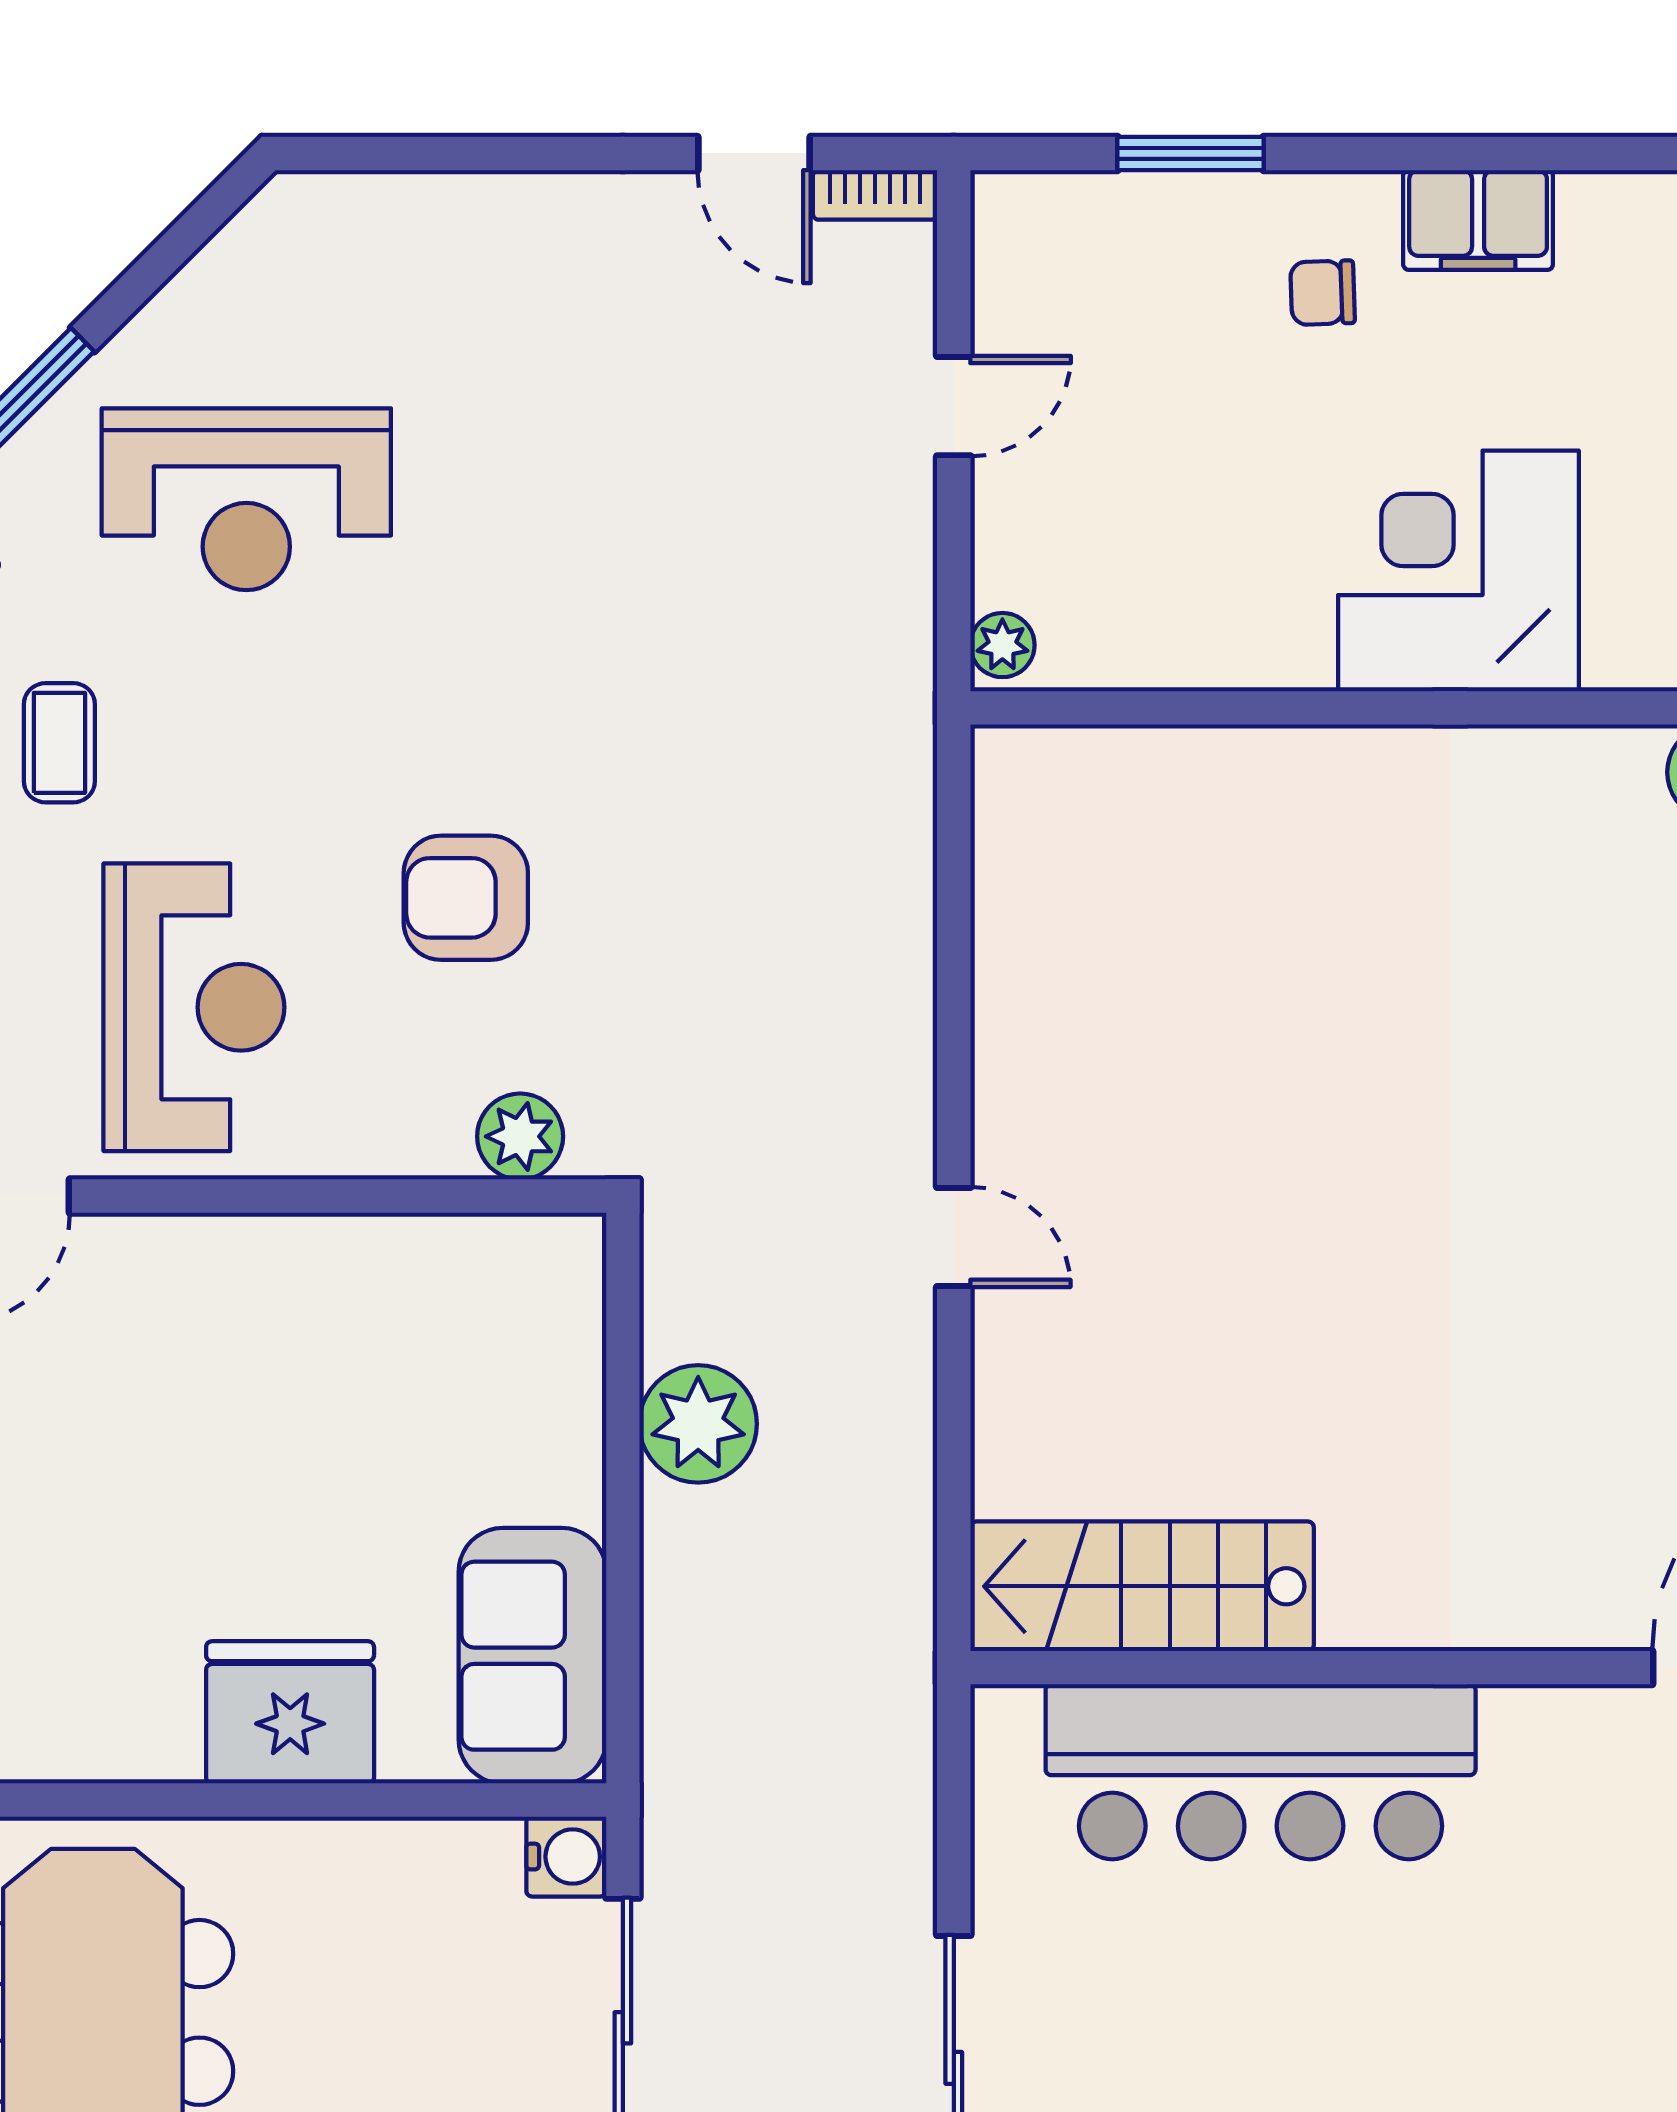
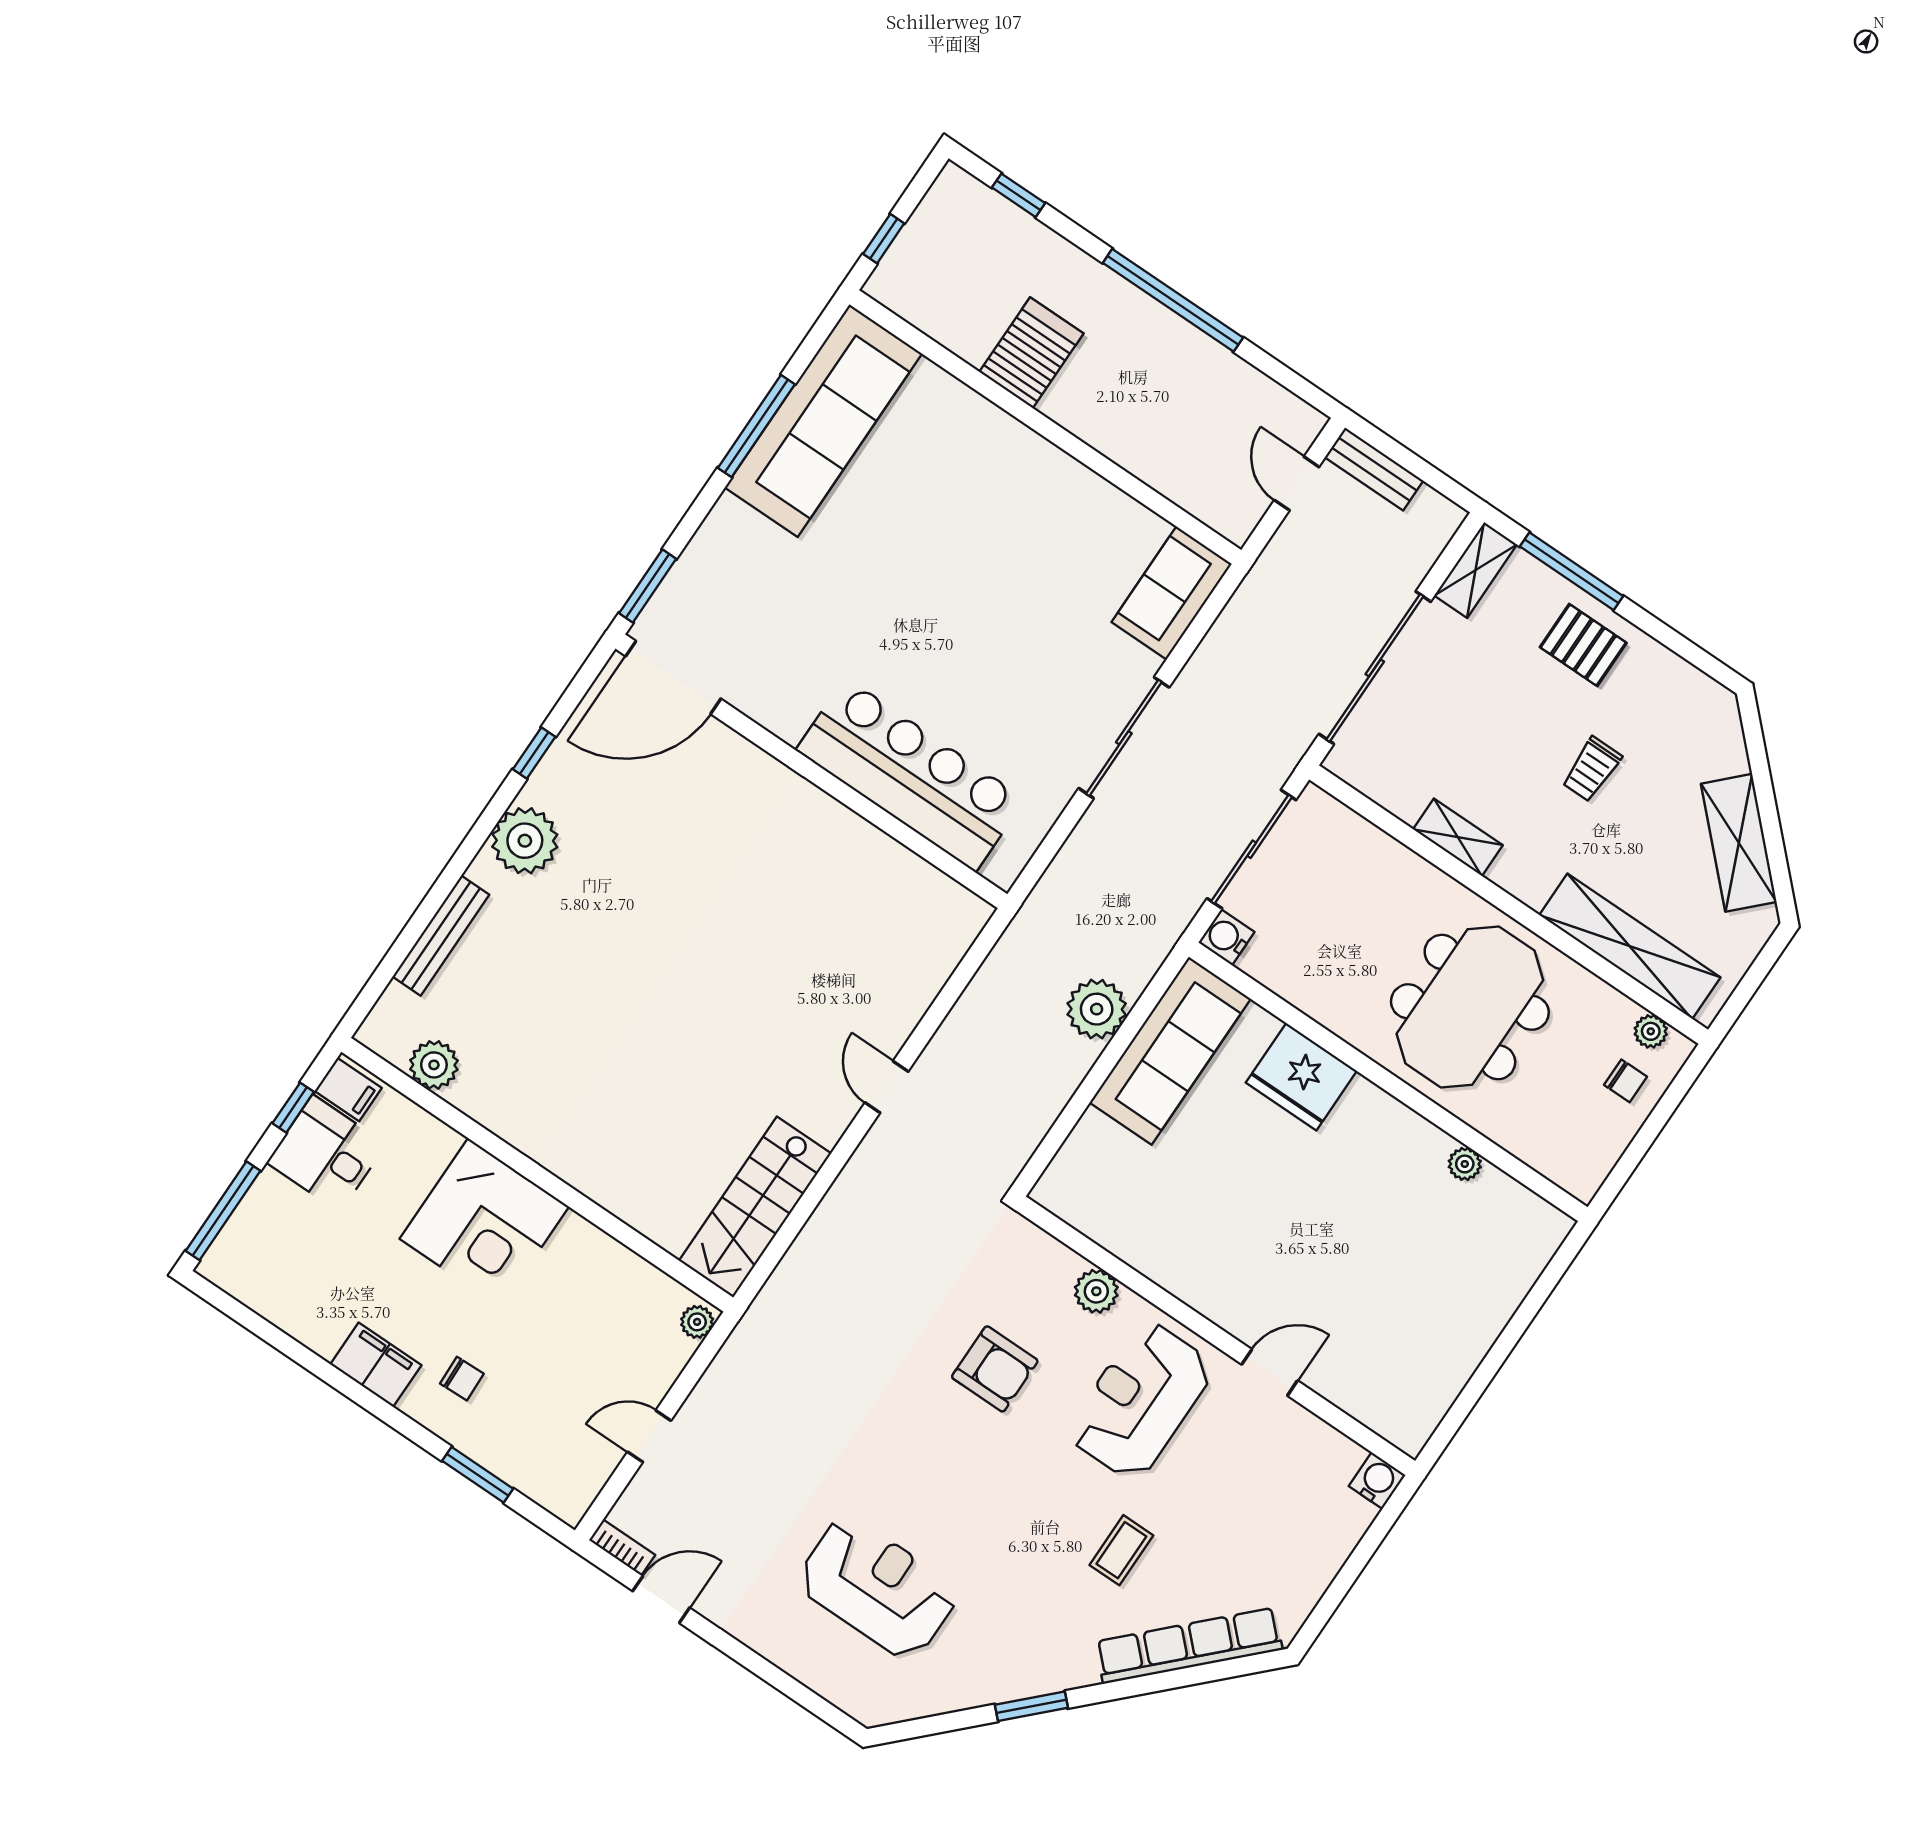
door: (754, 153) -> (661, 1599), hinge flipped
reception desk: (246, 499) -> (878, 1588), moved
plant: (520, 1136) -> (1096, 1291), moved
plant: (698, 1424) -> (1097, 1009), moved
stairs: (1142, 1586) -> (755, 1207), moved, turned 90
sofa: (532, 1656) -> (1170, 1051), width x1.36

